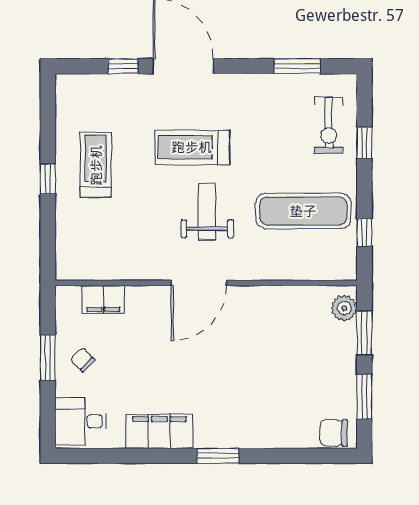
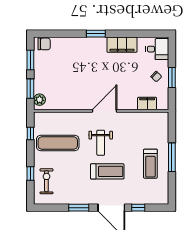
window: (297, 66) -> (79, 208), moved
window: (48, 179) -> (172, 157), width x2.17

